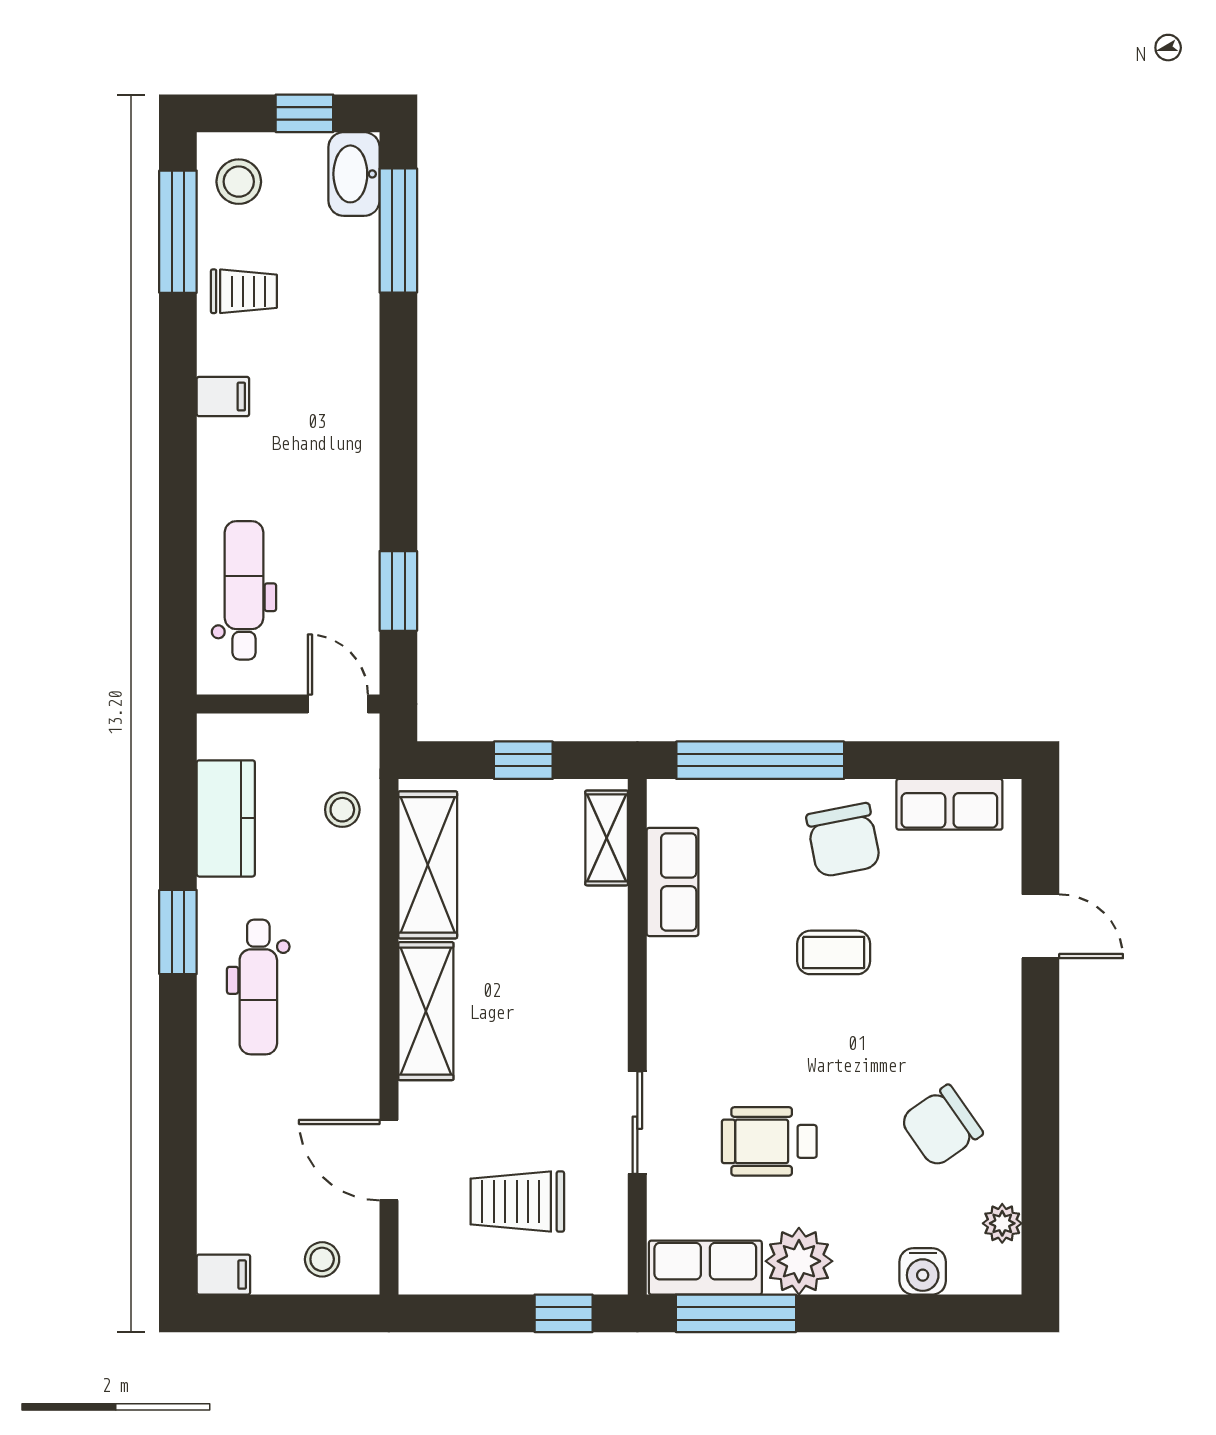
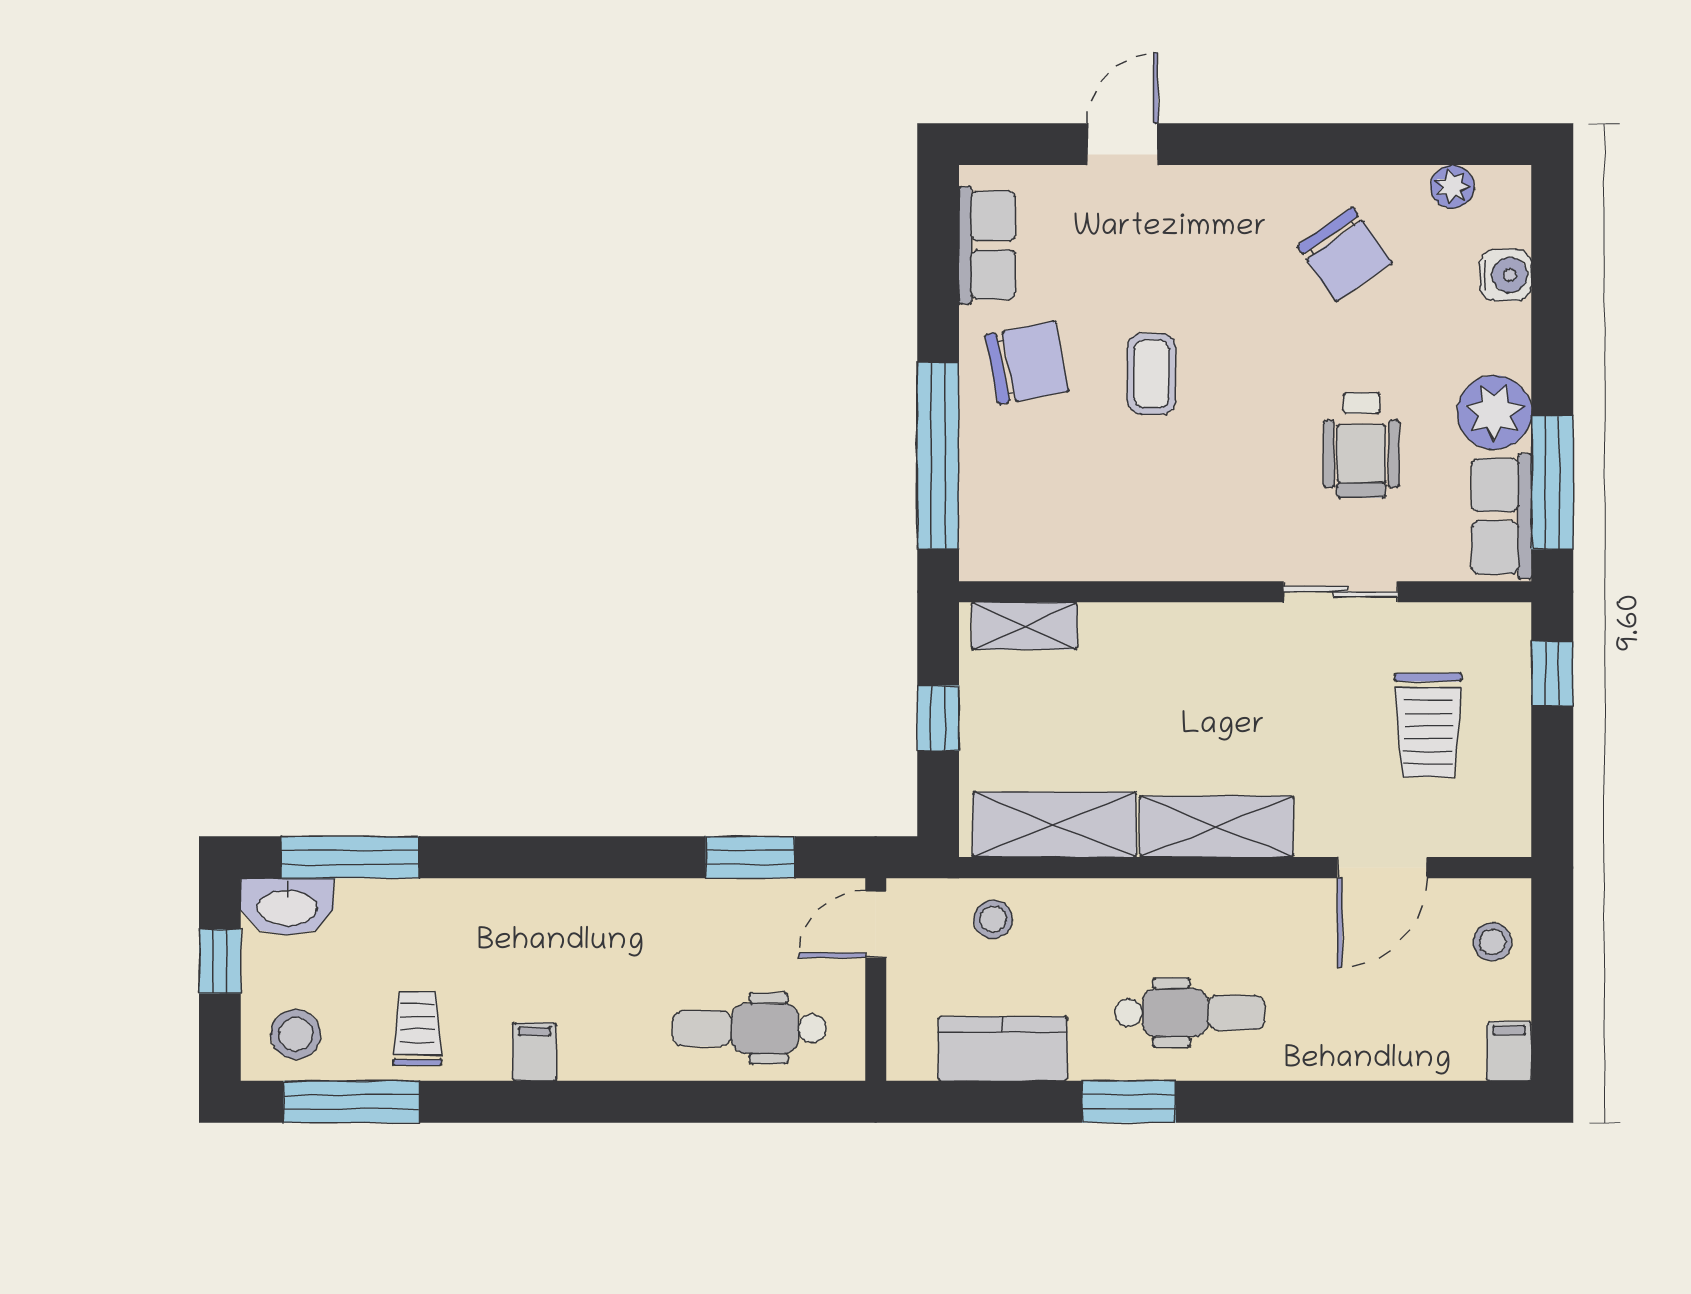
row of seats: (673, 882) -> (1073, 553), removed

